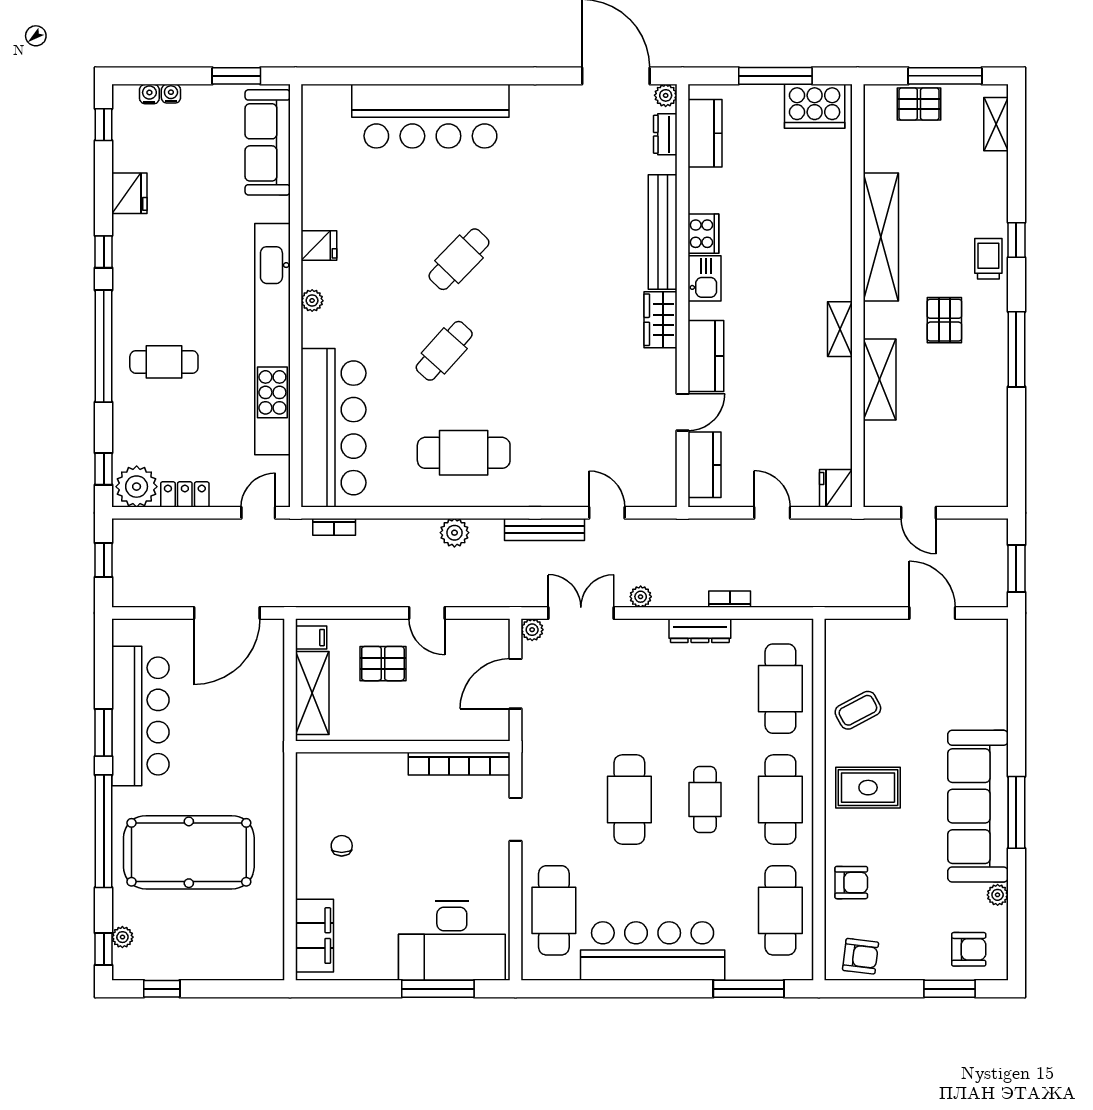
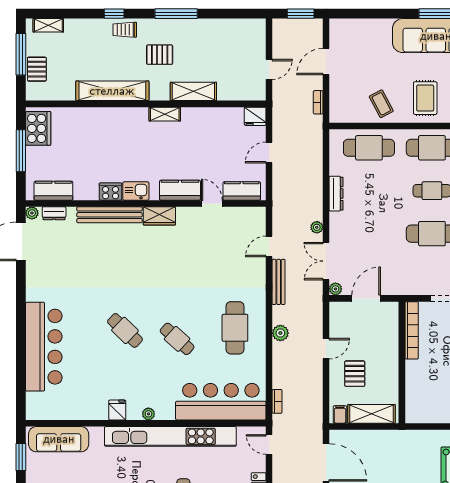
bookcase: (730, 599) -> (318, 102), moved
door: (515, 684) -> (366, 298), swing flipped

